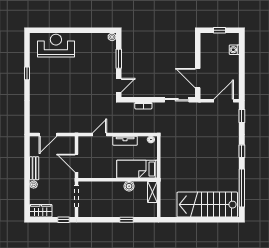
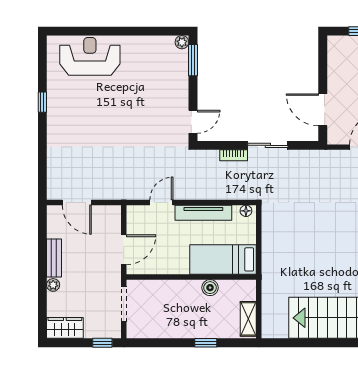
window: (119, 59) -> (193, 60), moved
sliding door: (177, 100) -> (268, 145), moved
door: (48, 134) -> (77, 203), hinge flipped
tv unit: (125, 141) -> (203, 213), width x1.41
door: (77, 163) -> (124, 250), swing flipped
shelving: (152, 192) -> (248, 319), moved

